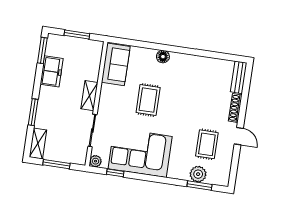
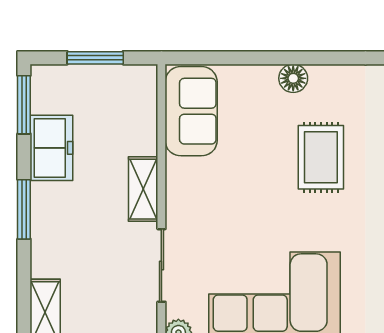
rug: (148, 100) -> (321, 157), moved
window: (33, 112) -> (24, 209), moved

